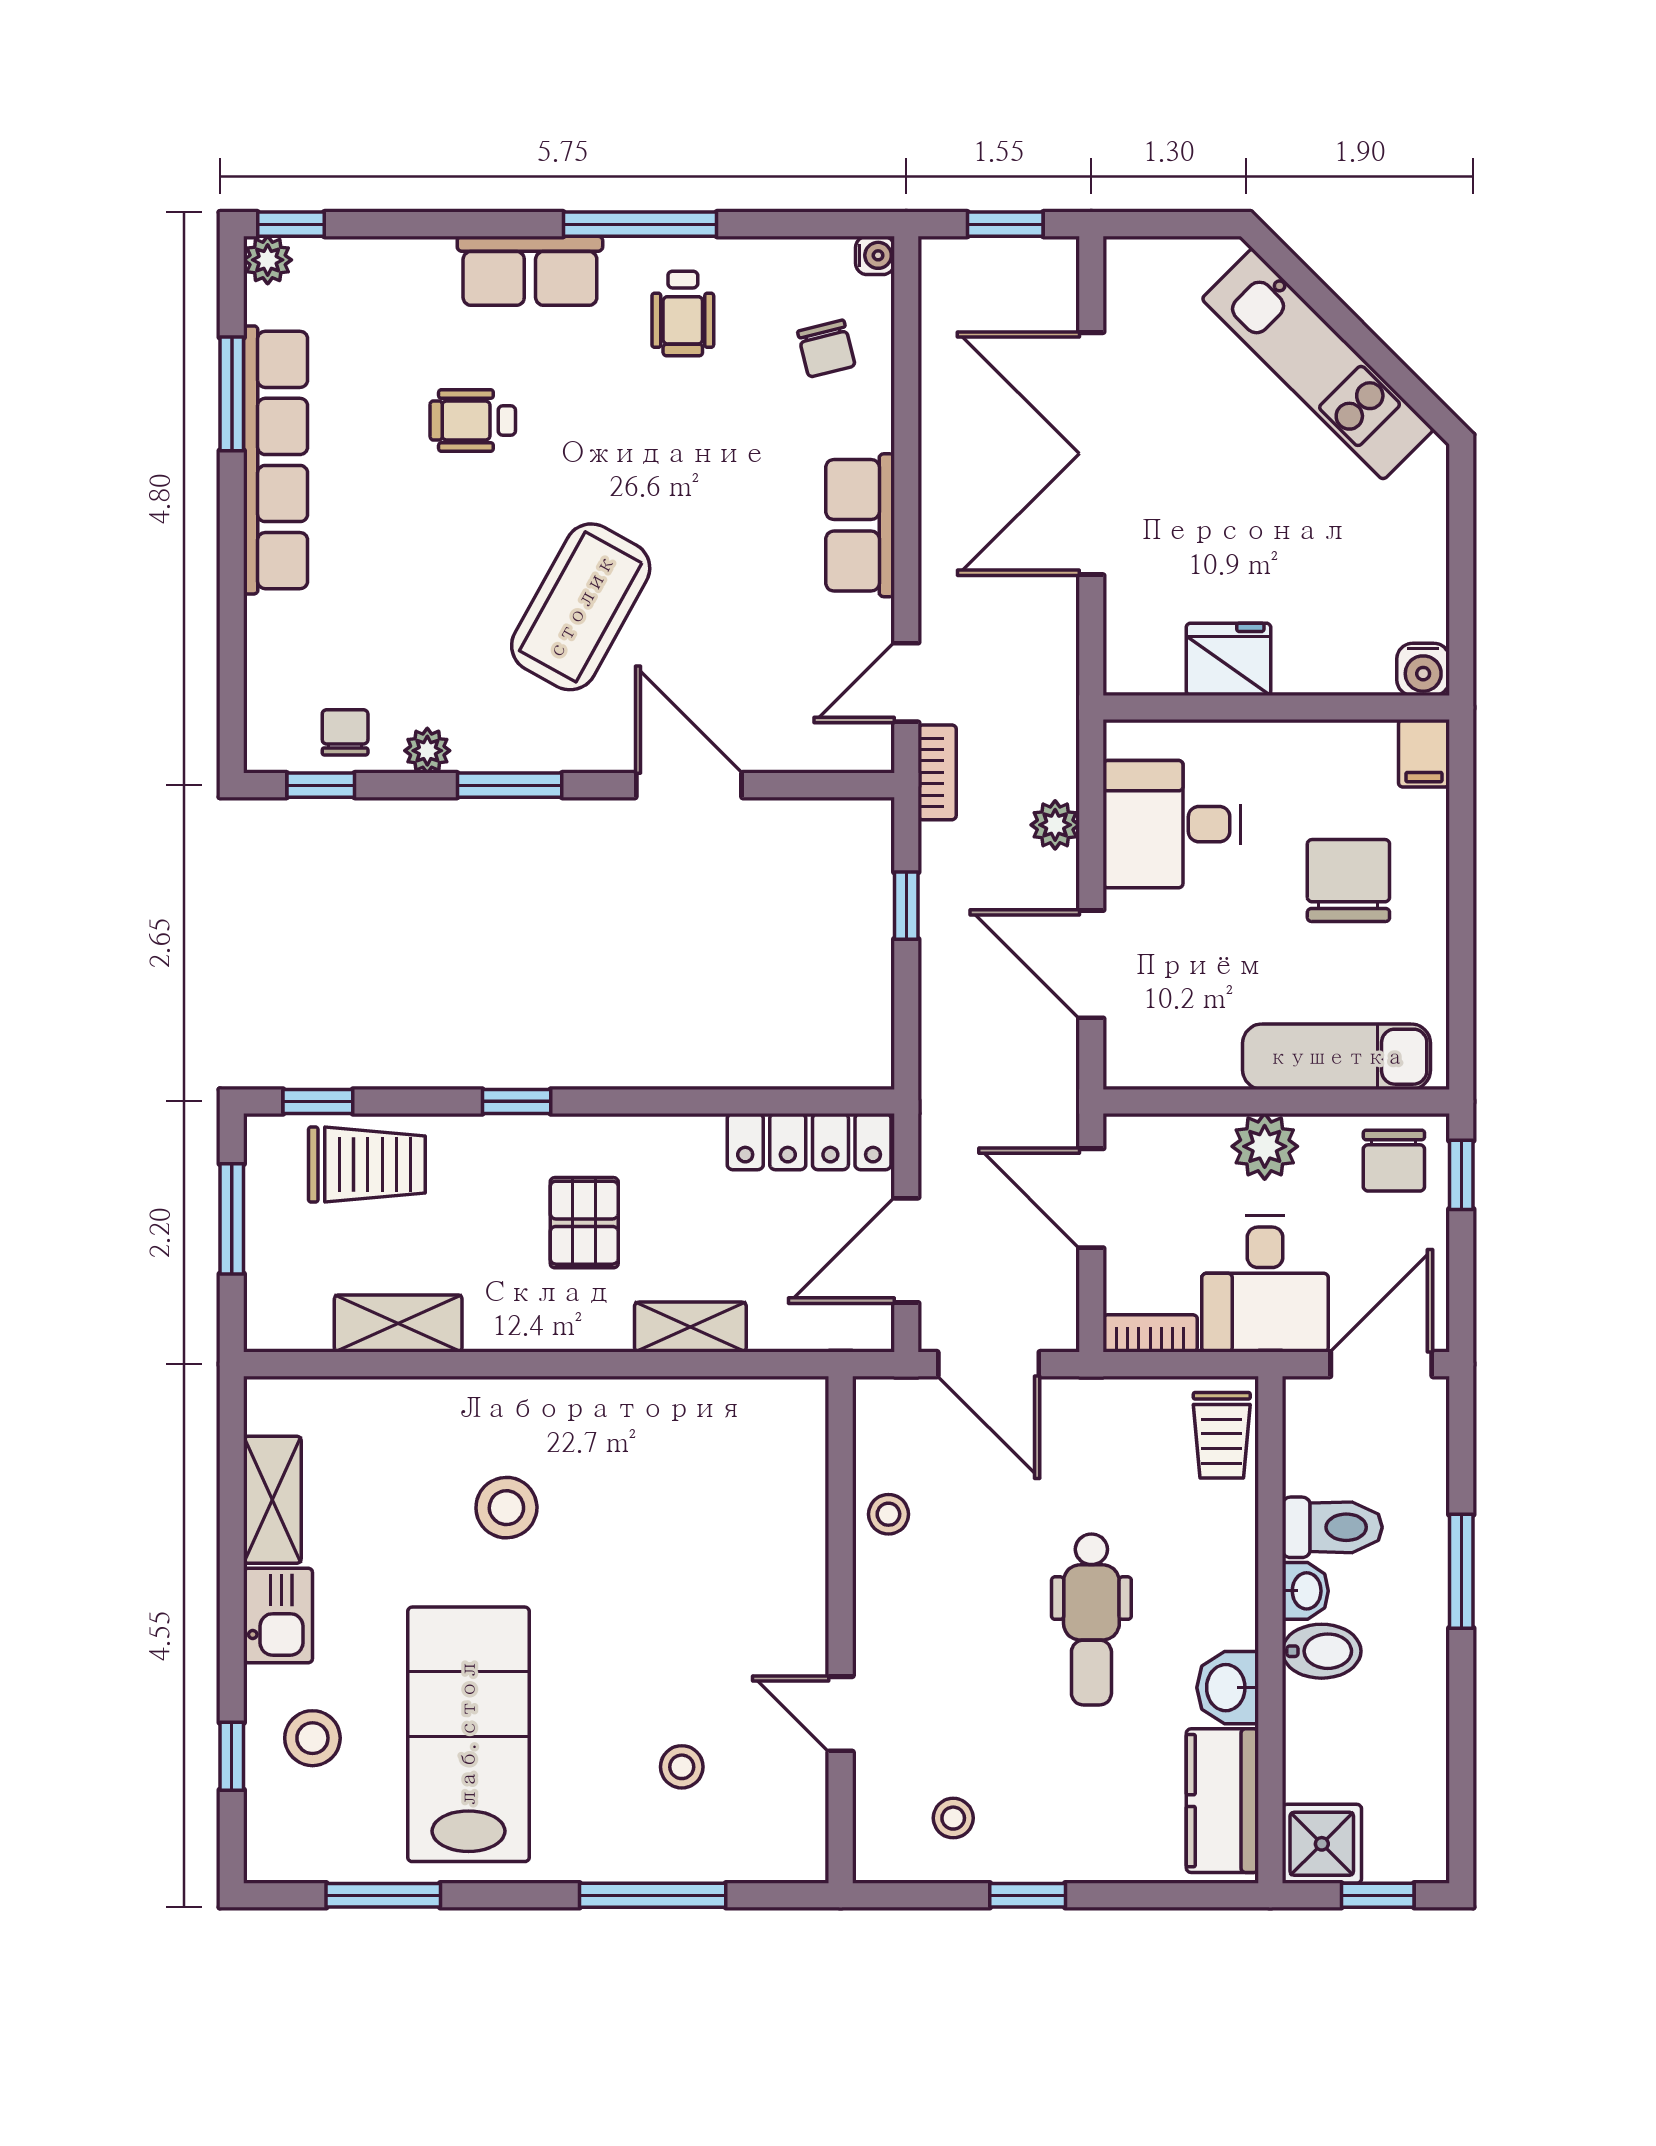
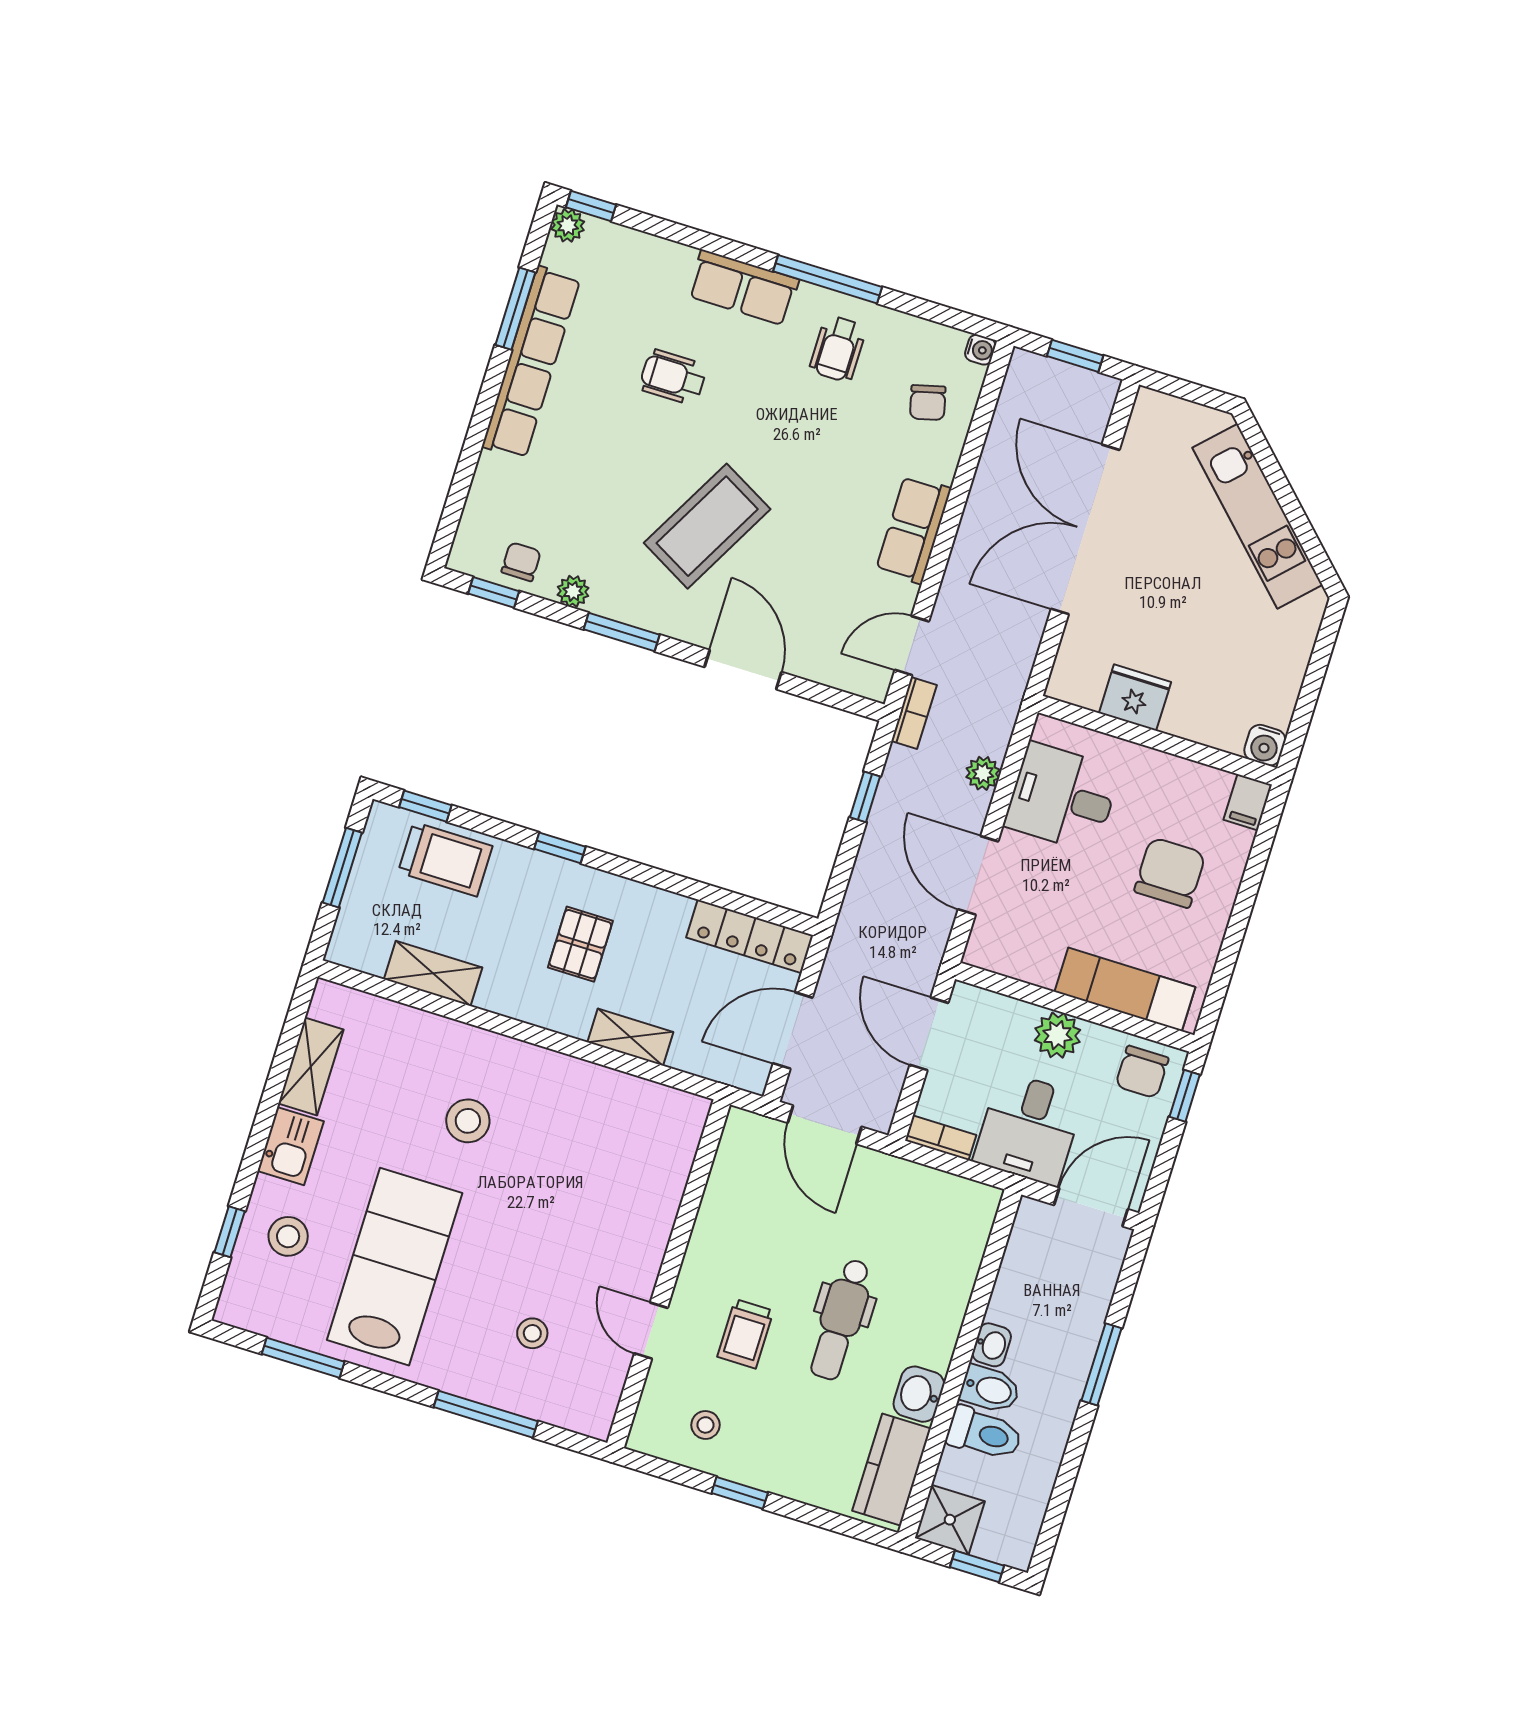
trolley: (1222, 1435) -> (745, 1334), moved
stool: (888, 1514) -> (725, 1205), removed
toilet: (1332, 1527) -> (984, 1434), moved

